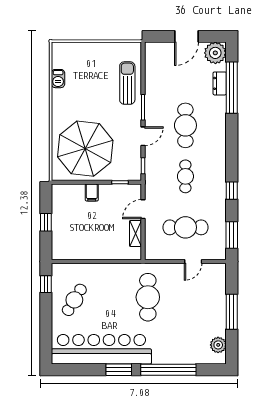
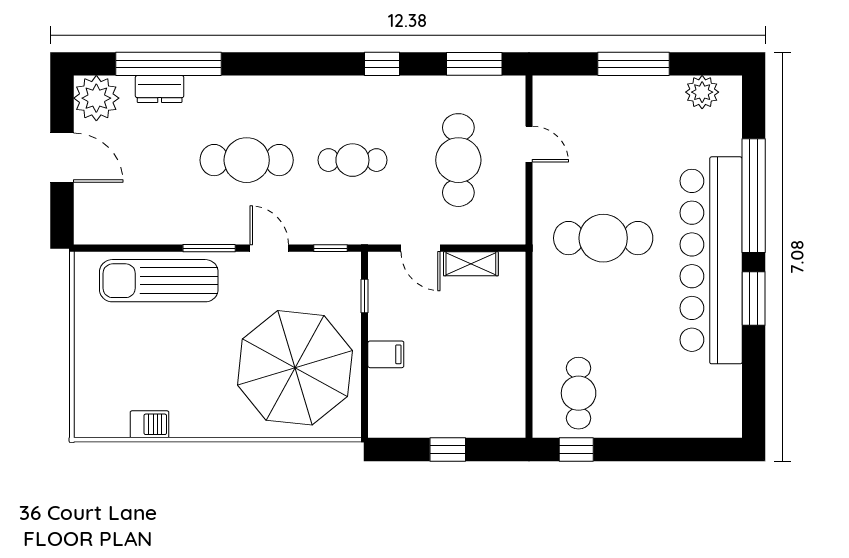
sun lounger: (127, 83) -> (159, 281), width x1.36, depth x1.34
cafe table: (74, 300) -> (579, 393), moved, turned 59
bar counter: (101, 349) -> (711, 260), moved

